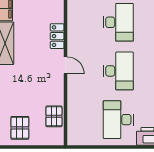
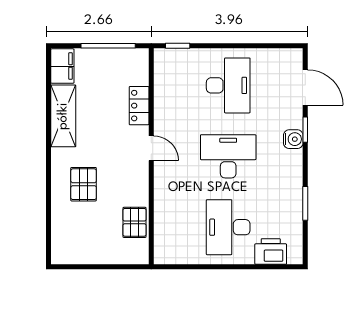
desk: (118, 71) -> (228, 156), turned -90
pallet: (20, 128) -> (84, 184), moved

